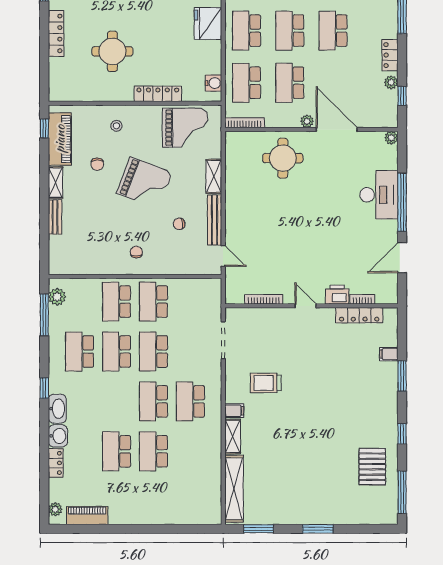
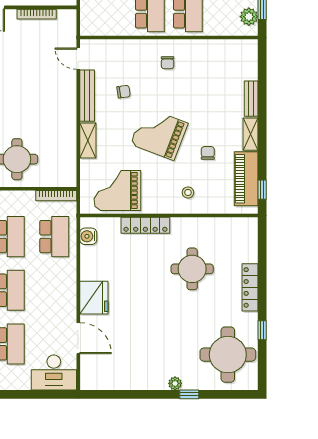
school desk: (247, 31) -> (54, 290), removed

